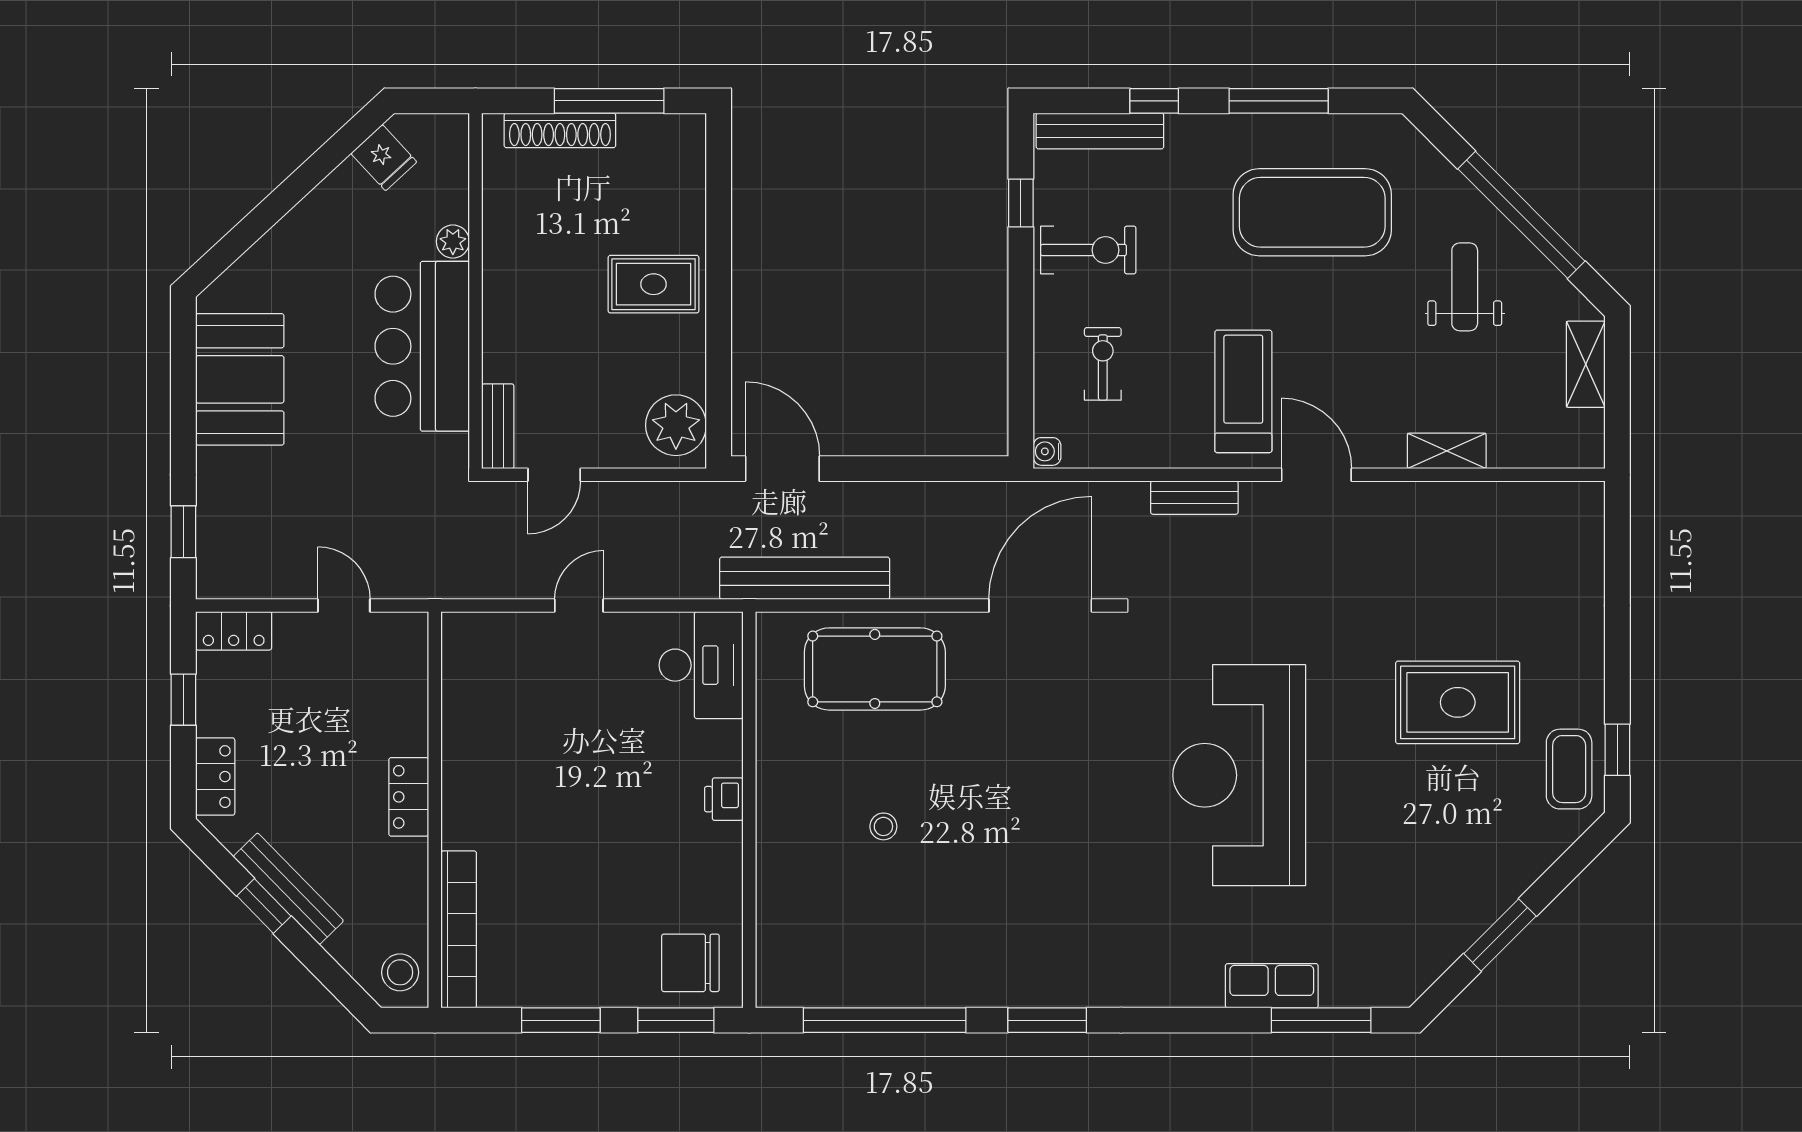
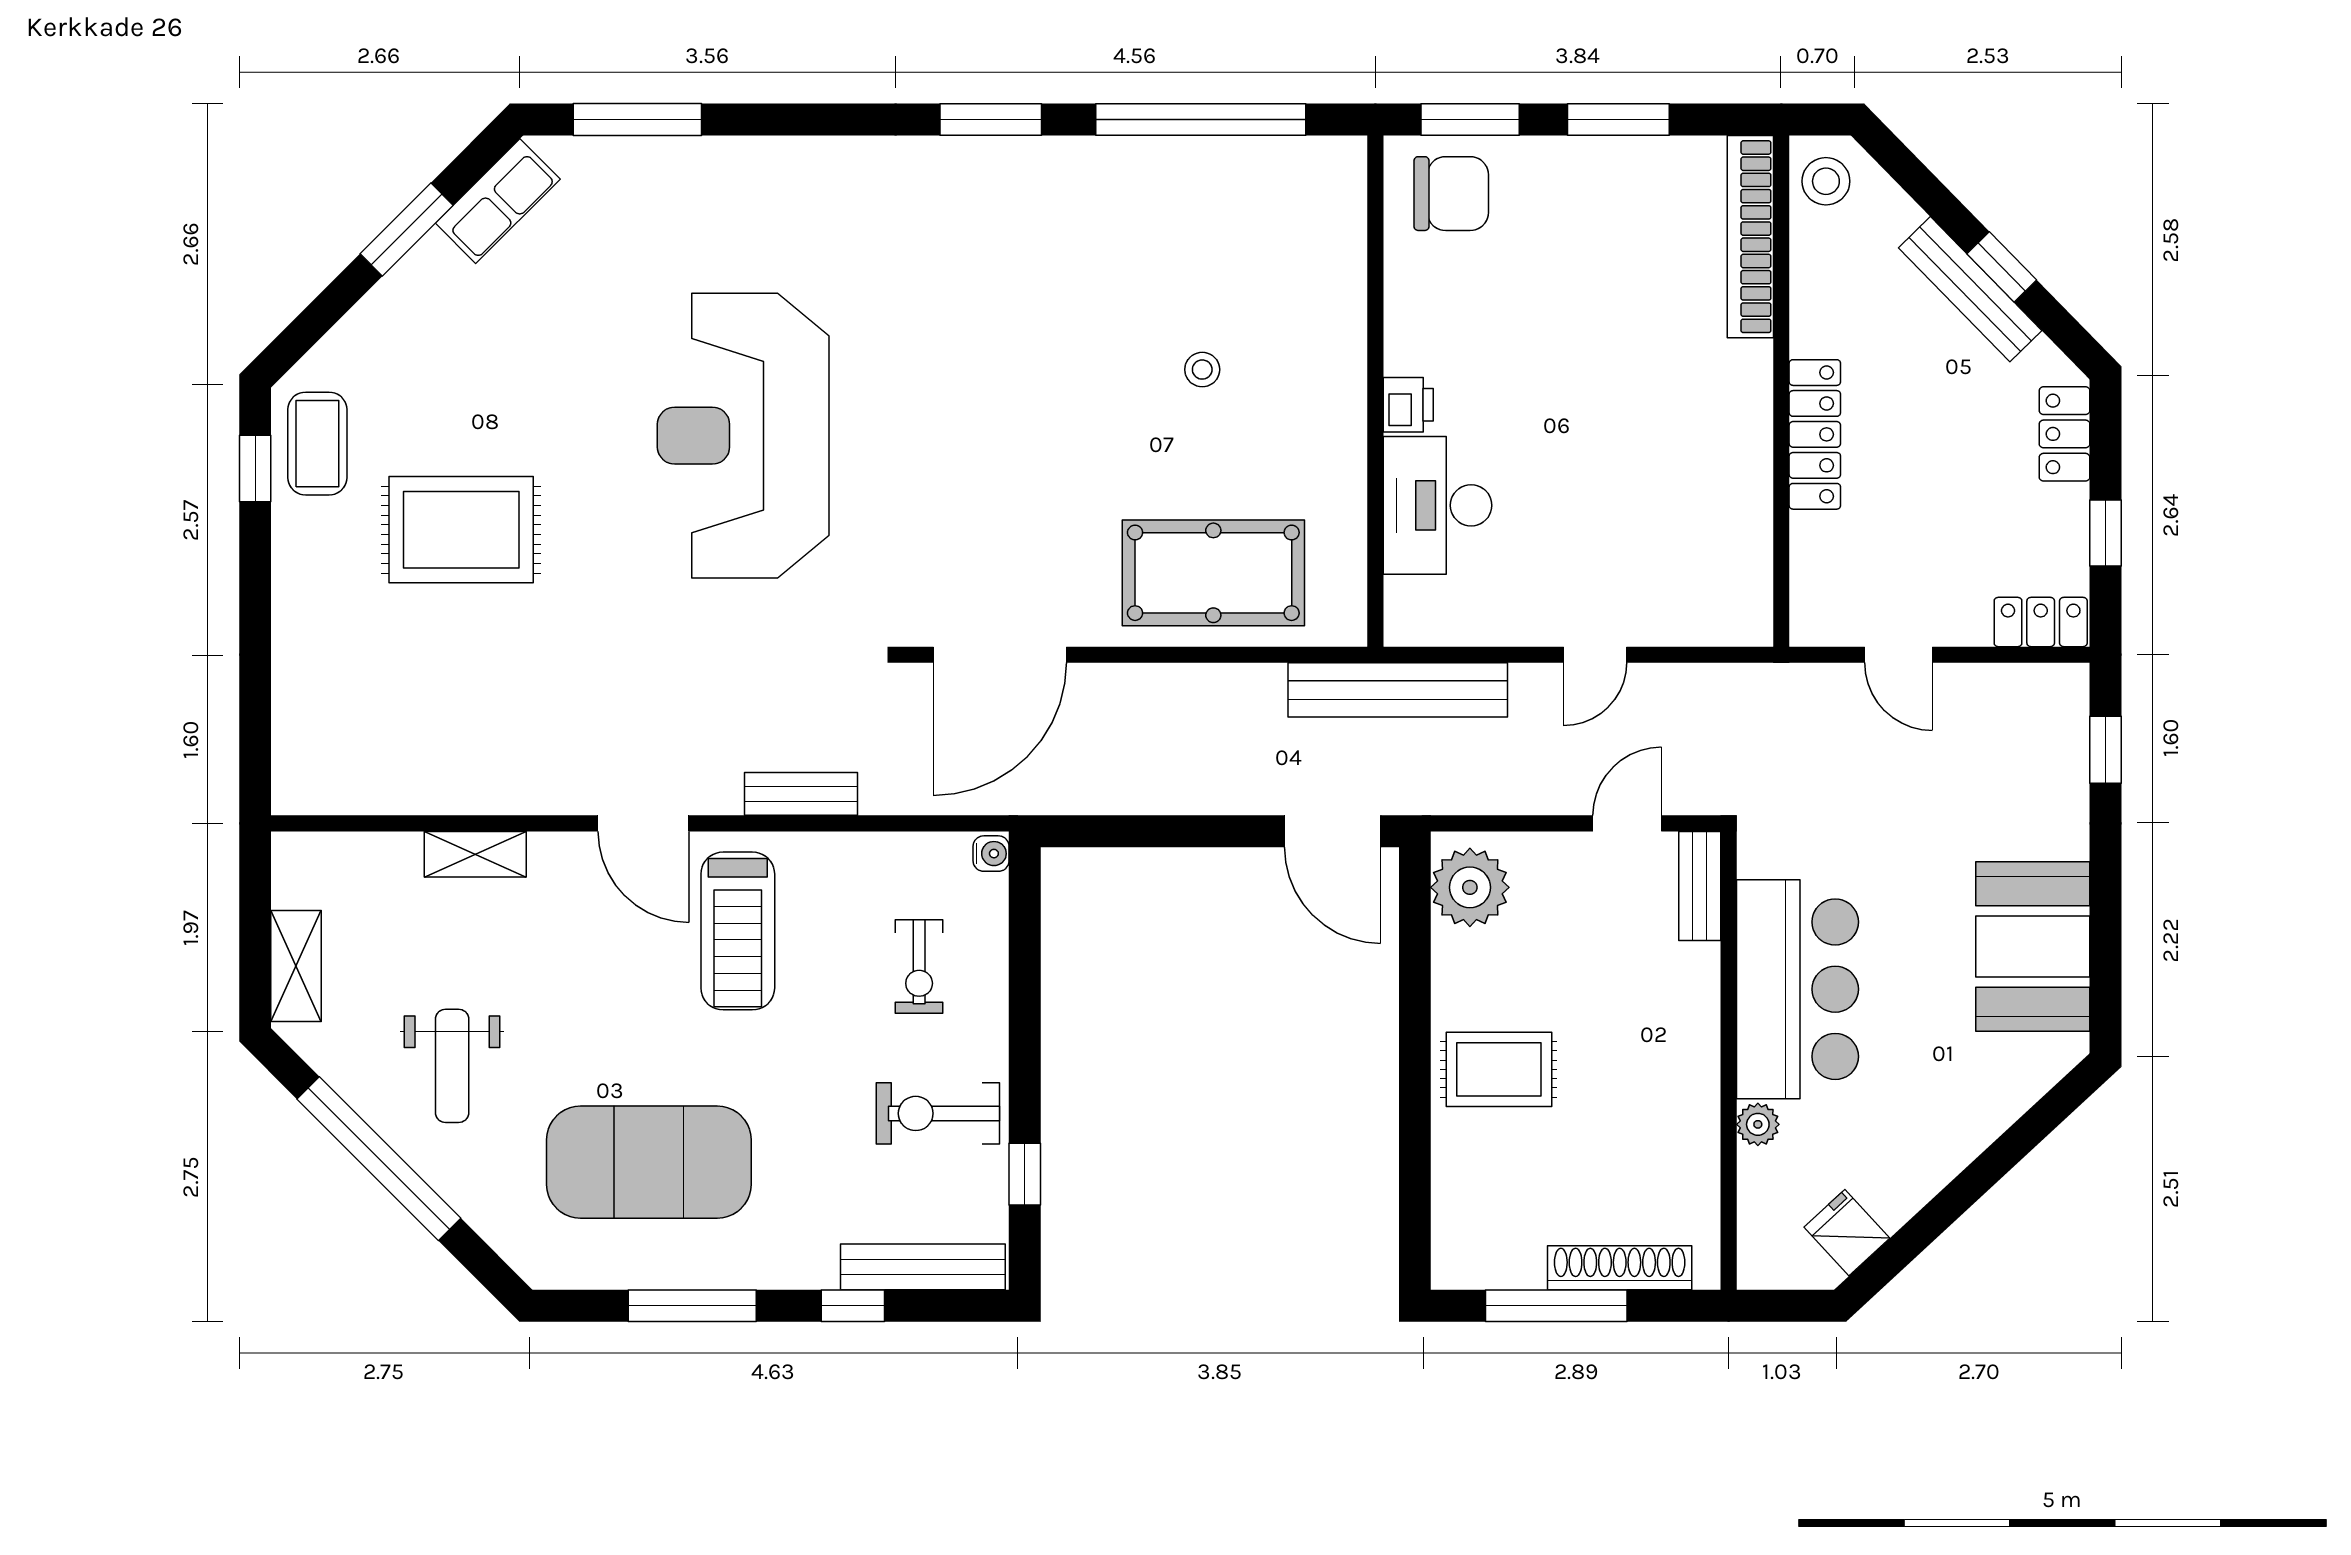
bench: (805, 578) -> (1398, 690), moved
desk: (701, 665) -> (1437, 505), moved
reception desk: (1239, 775) -> (743, 436), turned 180
locker: (409, 797) -> (1815, 434), width x1.53
row of seats: (1272, 986) -> (498, 201), moved, turned -45

